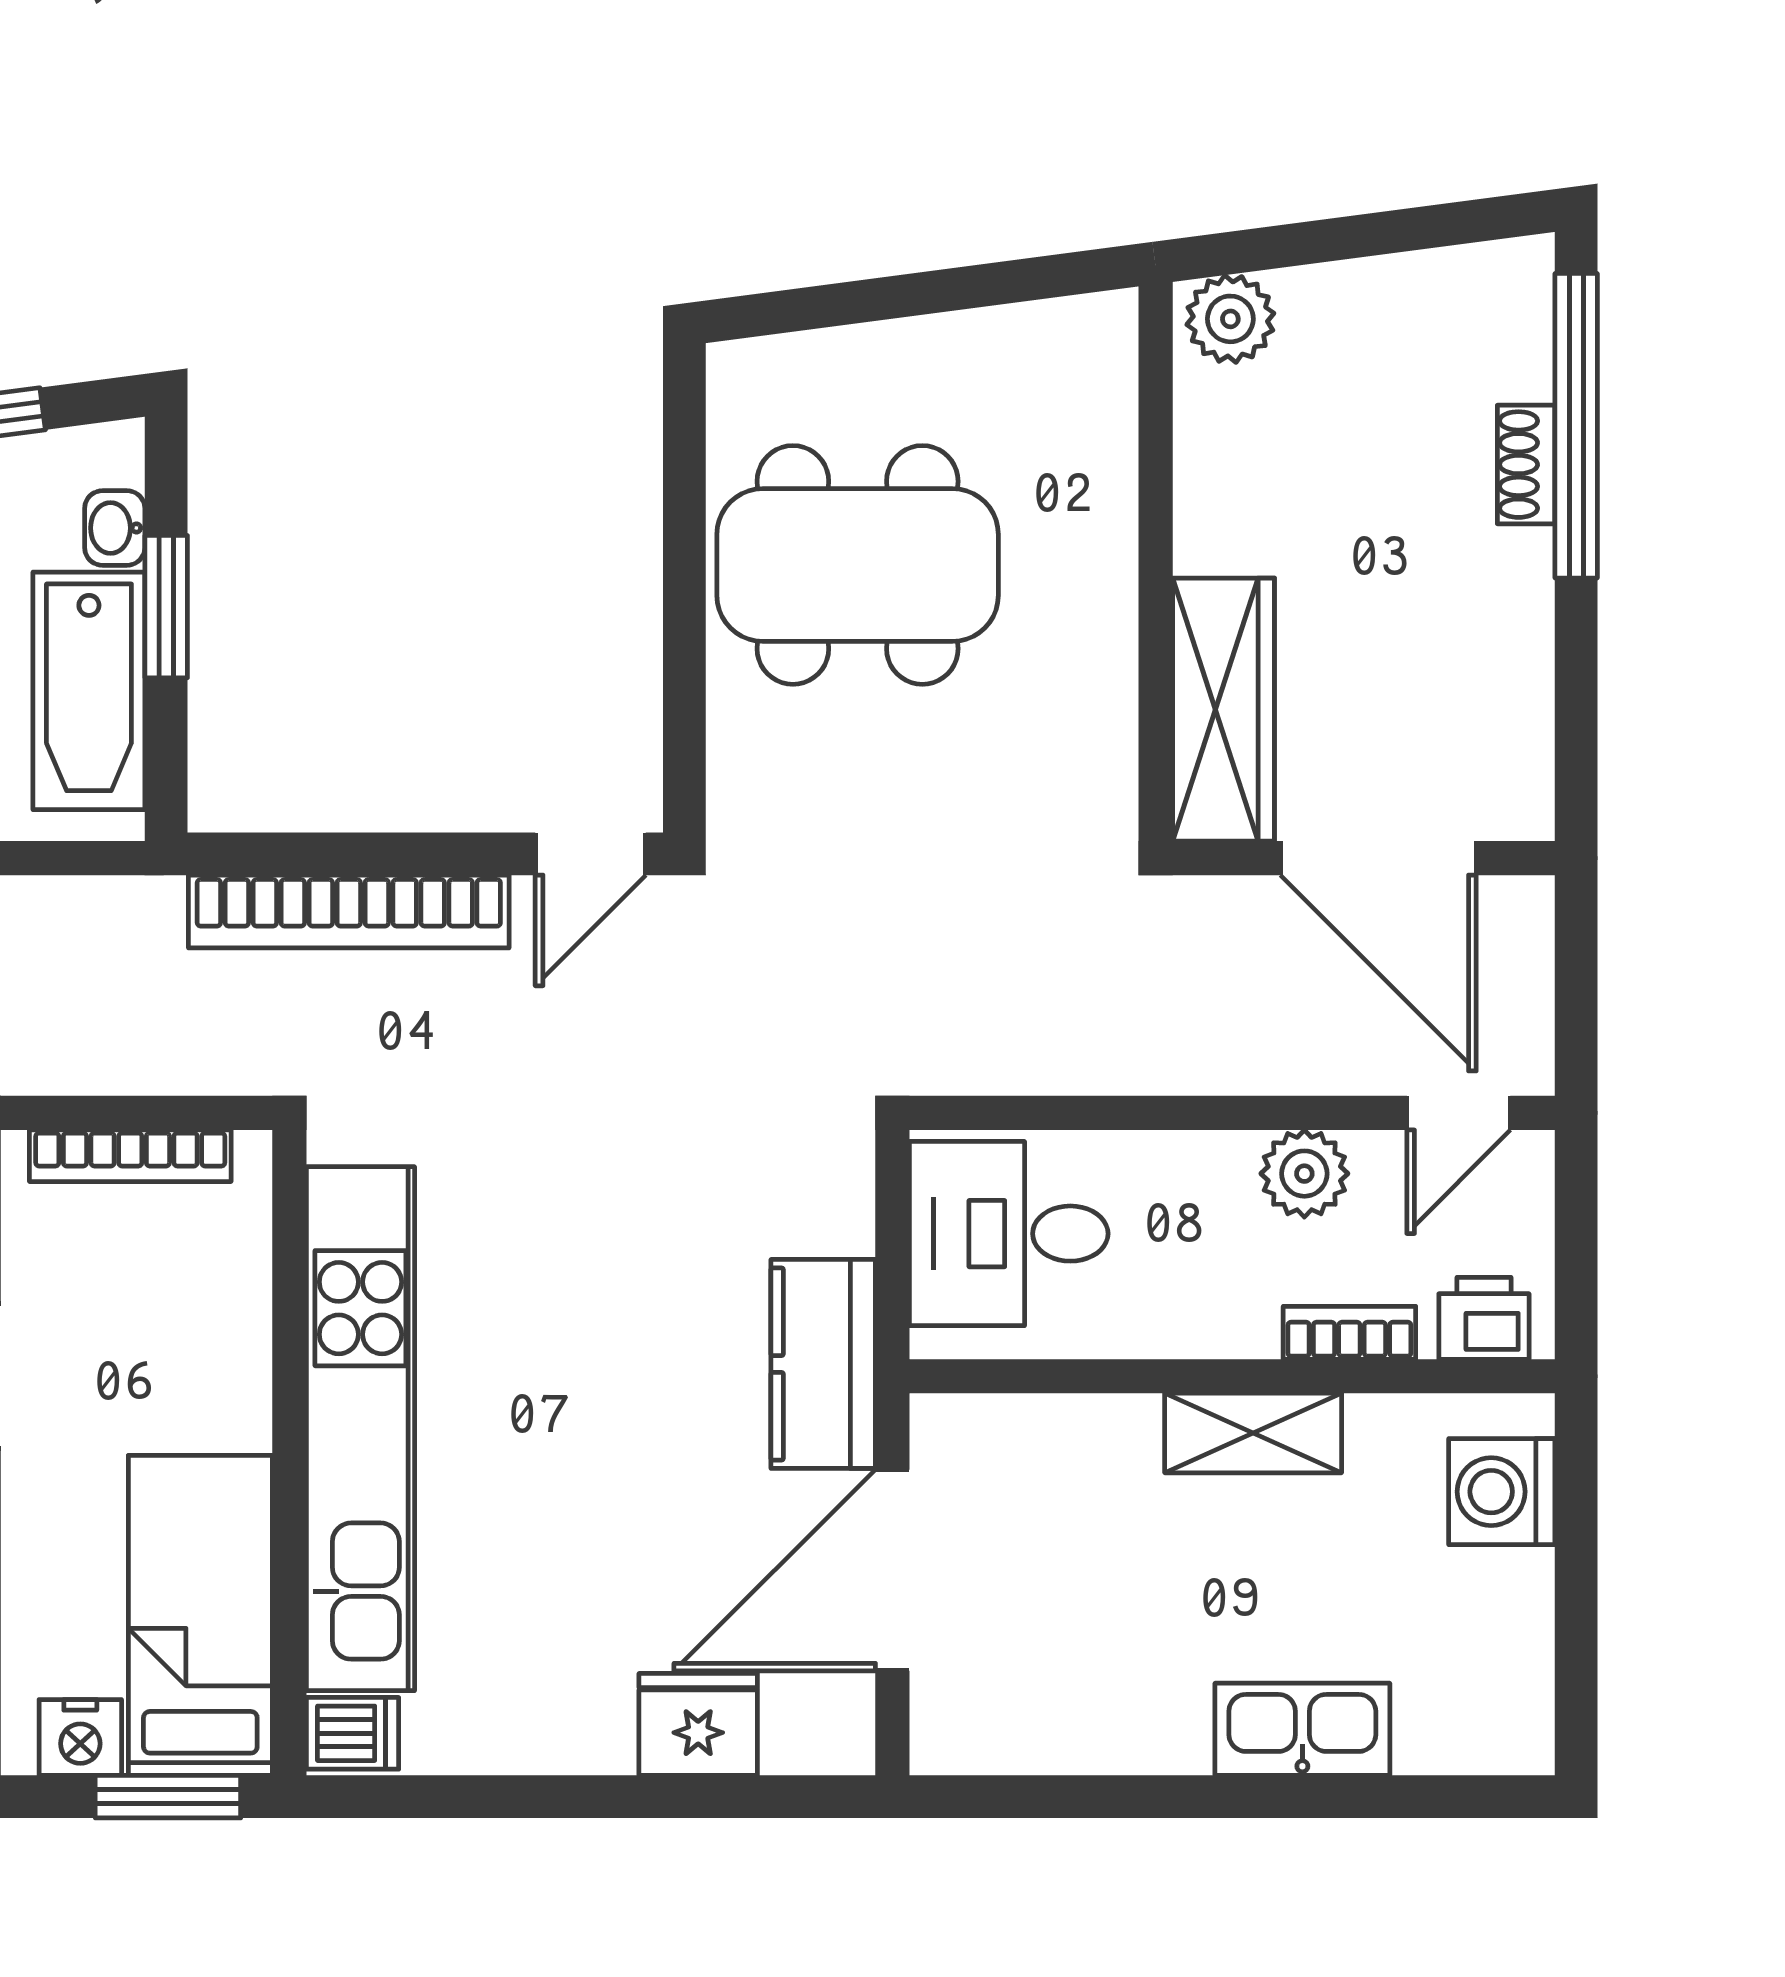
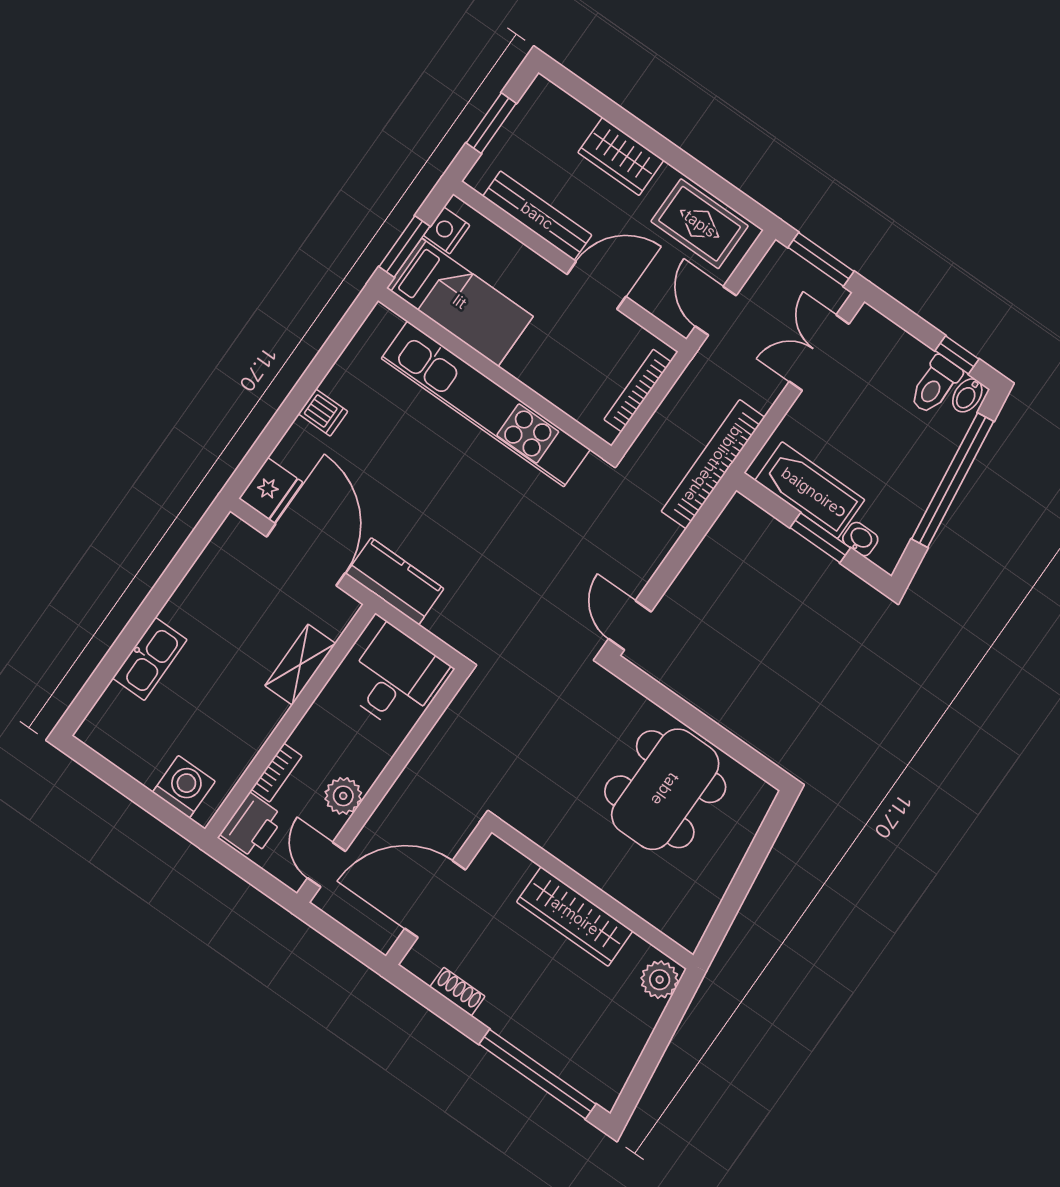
shoe rack: (1526, 465) -> (457, 992), moved
wardrobe: (1224, 710) -> (575, 916), moved
bookcase: (349, 912) -> (713, 464), moved
printer: (1484, 1318) -> (252, 825), width x1.36, depth x1.24
shelving: (1253, 1433) -> (300, 665), moved
fridge: (698, 1724) -> (271, 490), moved
dishwasher: (353, 1733) -> (323, 413), moved, turned -90

